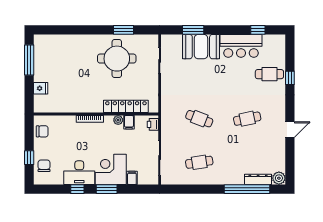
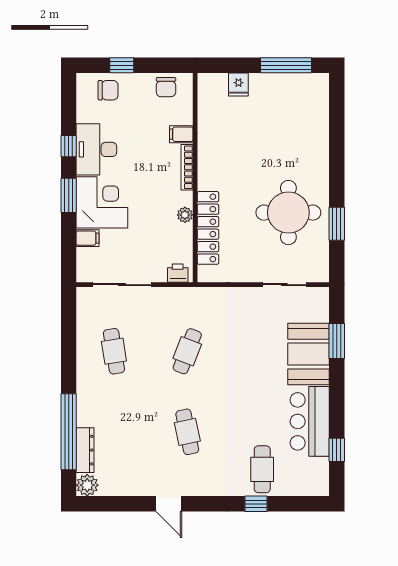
filing cabinet: (129, 122) -> (181, 134), moved

